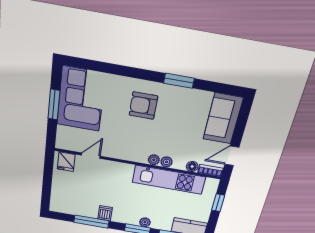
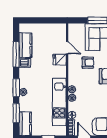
armchair: (118, 130) -> (88, 63), added
fridge: (66, 162) -> (60, 60), moved
kitchen counter: (80, 208) -> (25, 45), added

